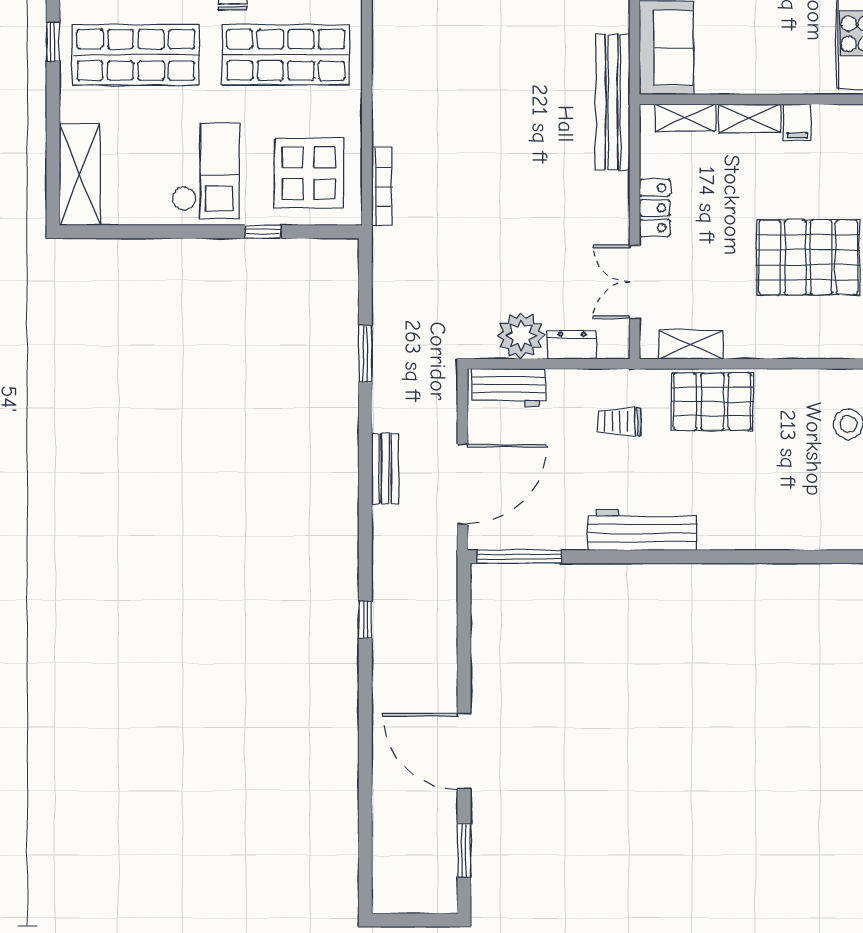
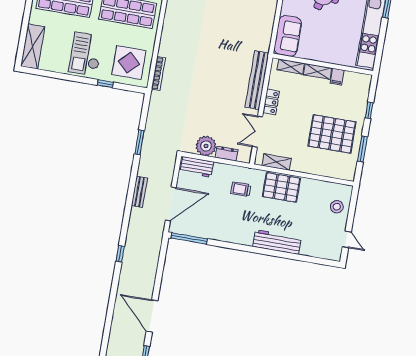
bench: (613, 102) -> (257, 80), moved
checkout: (206, 171) -> (86, 54), turned 180
workbench: (642, 530) -> (277, 242), moved

